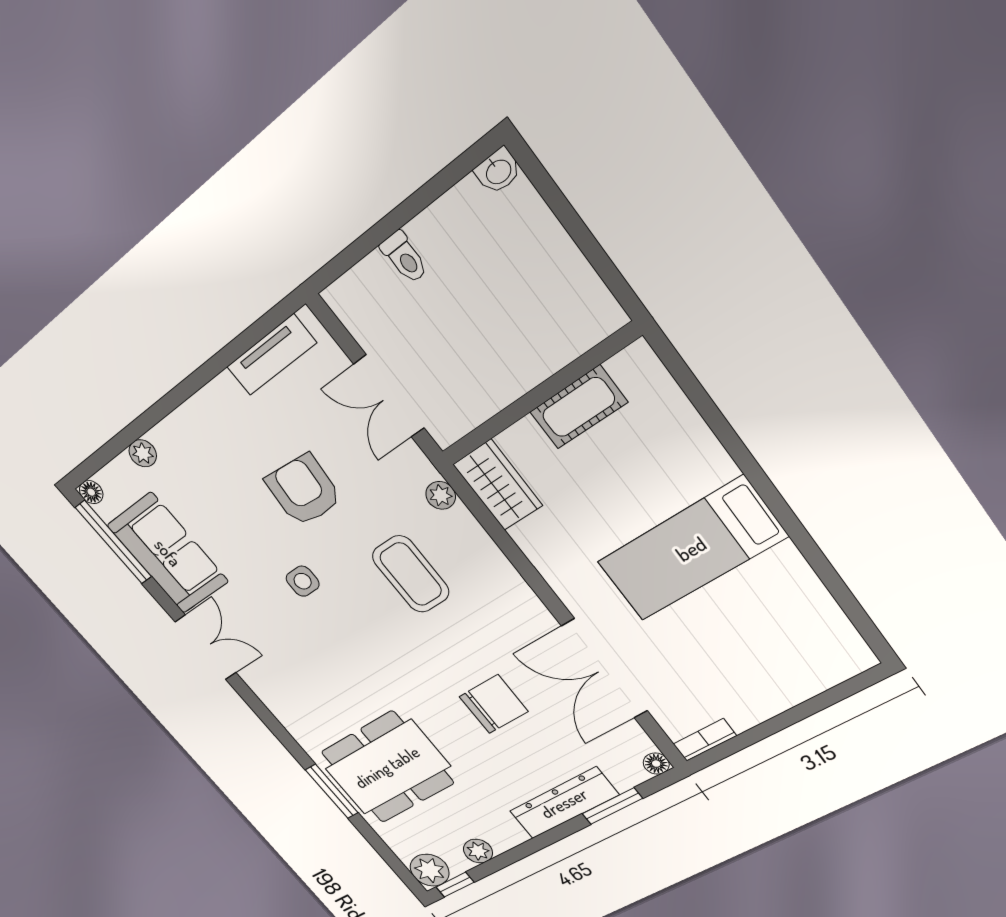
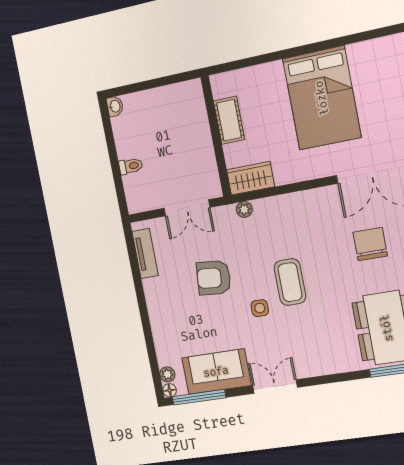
plant: (143, 453) -> (167, 374), moved
bed: (691, 549) -> (322, 98), width x1.50
coffee table: (411, 574) -> (290, 282), moved, turned 90

